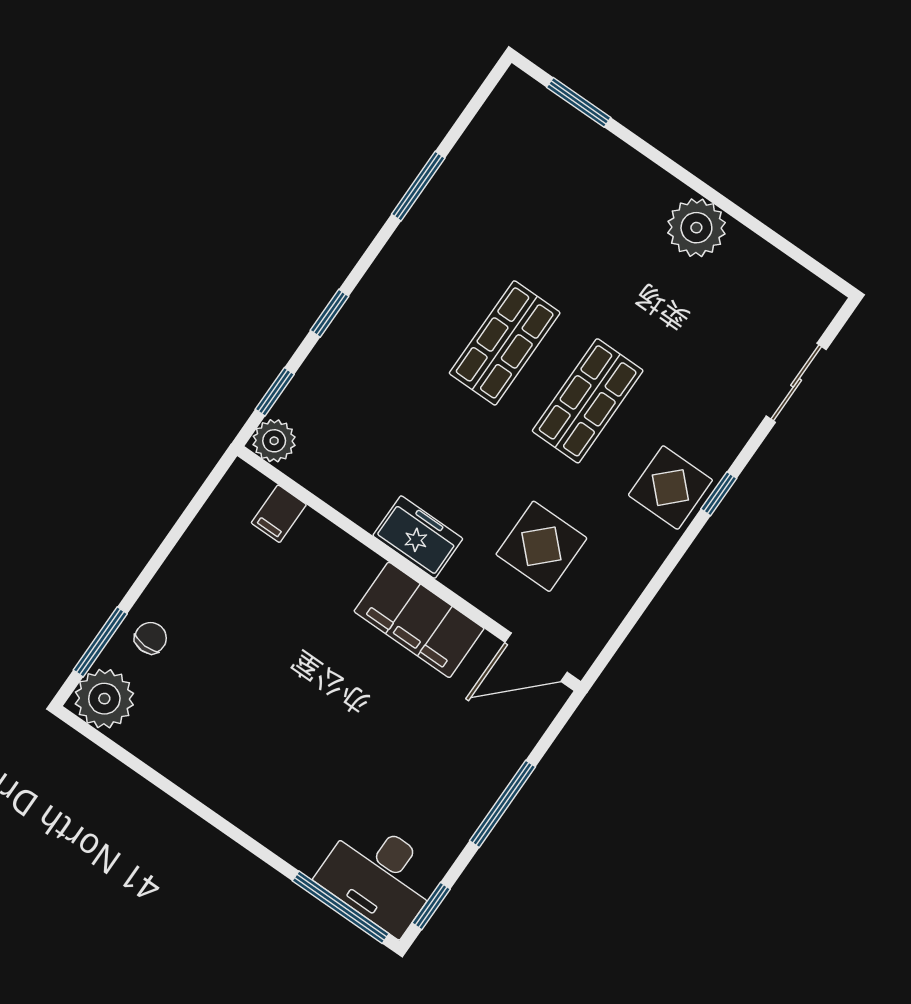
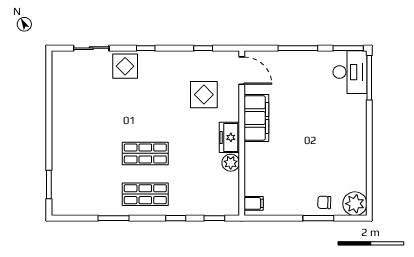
plant: (696, 228) -> (63, 117), removed
shop shelf: (588, 401) -> (145, 194), moved
plant: (274, 441) -> (231, 163), moved
display table: (670, 488) -> (125, 66), moved
filing cabinet: (279, 514) -> (254, 203), moved
window: (637, 611) -> (203, 48), added
window: (100, 642) -> (318, 218), moved
window: (431, 906) -> (348, 48), width x1.50

